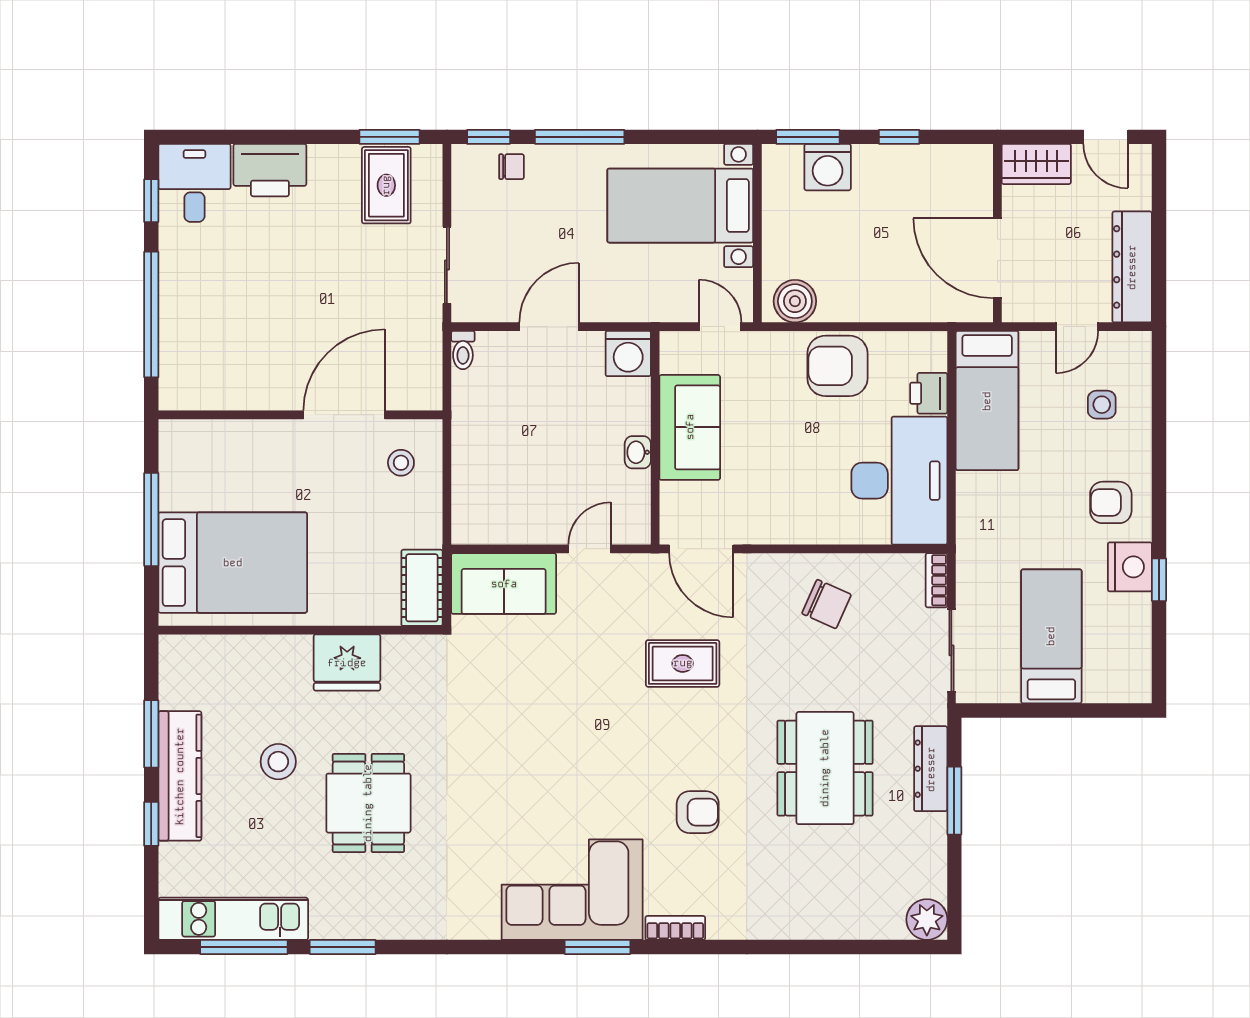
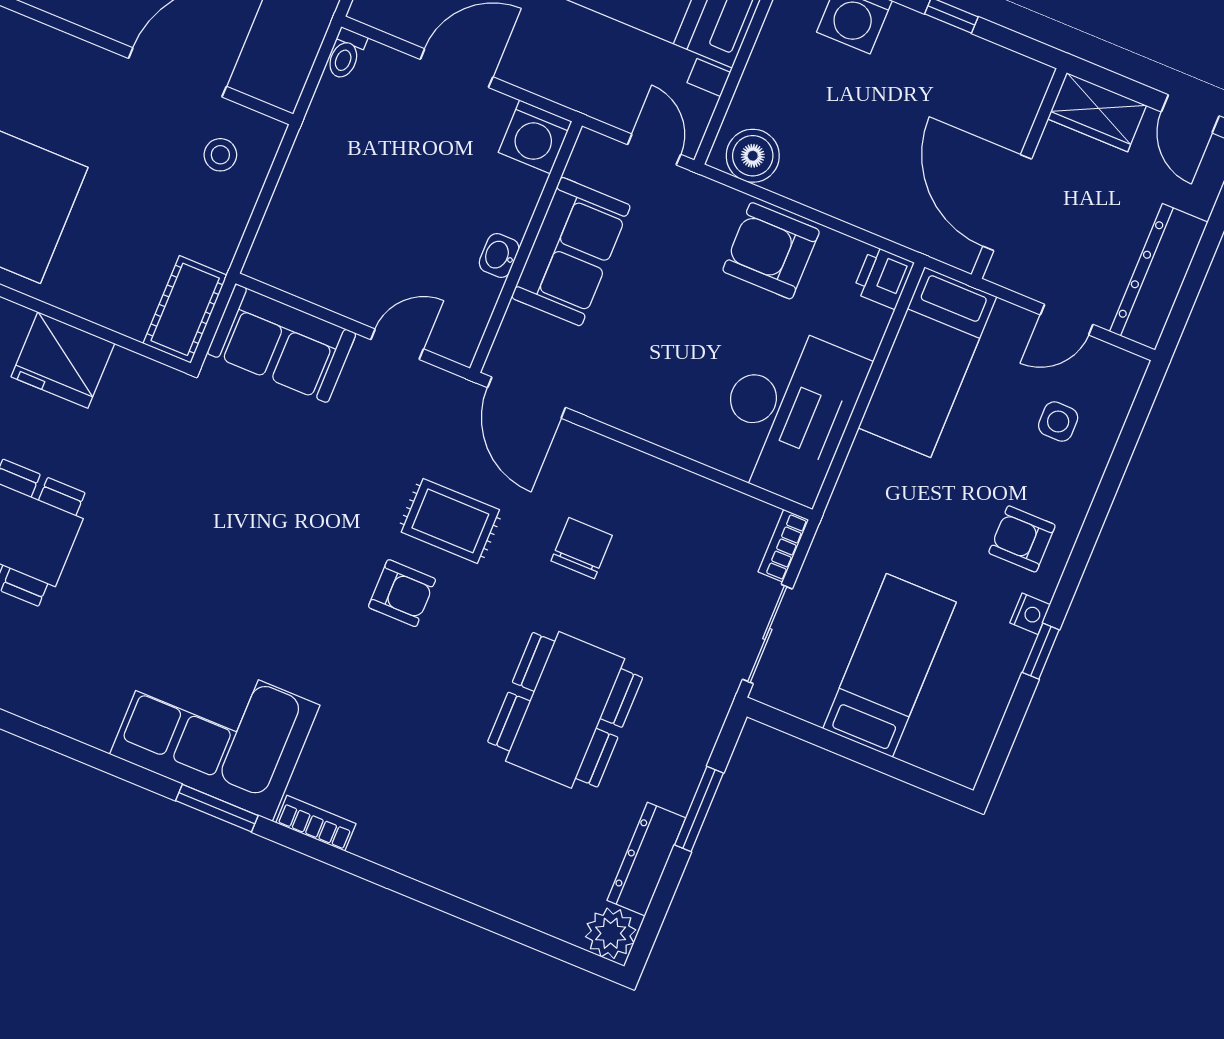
printer: (929, 393) -> (883, 277), moved
nightstand: (1130, 567) -> (1030, 614), width x0.53, depth x0.56
chair: (827, 604) -> (582, 548), moved, turned -114
dresser: (931, 769) -> (646, 859), moved
armchair: (698, 812) -> (402, 593), moved

